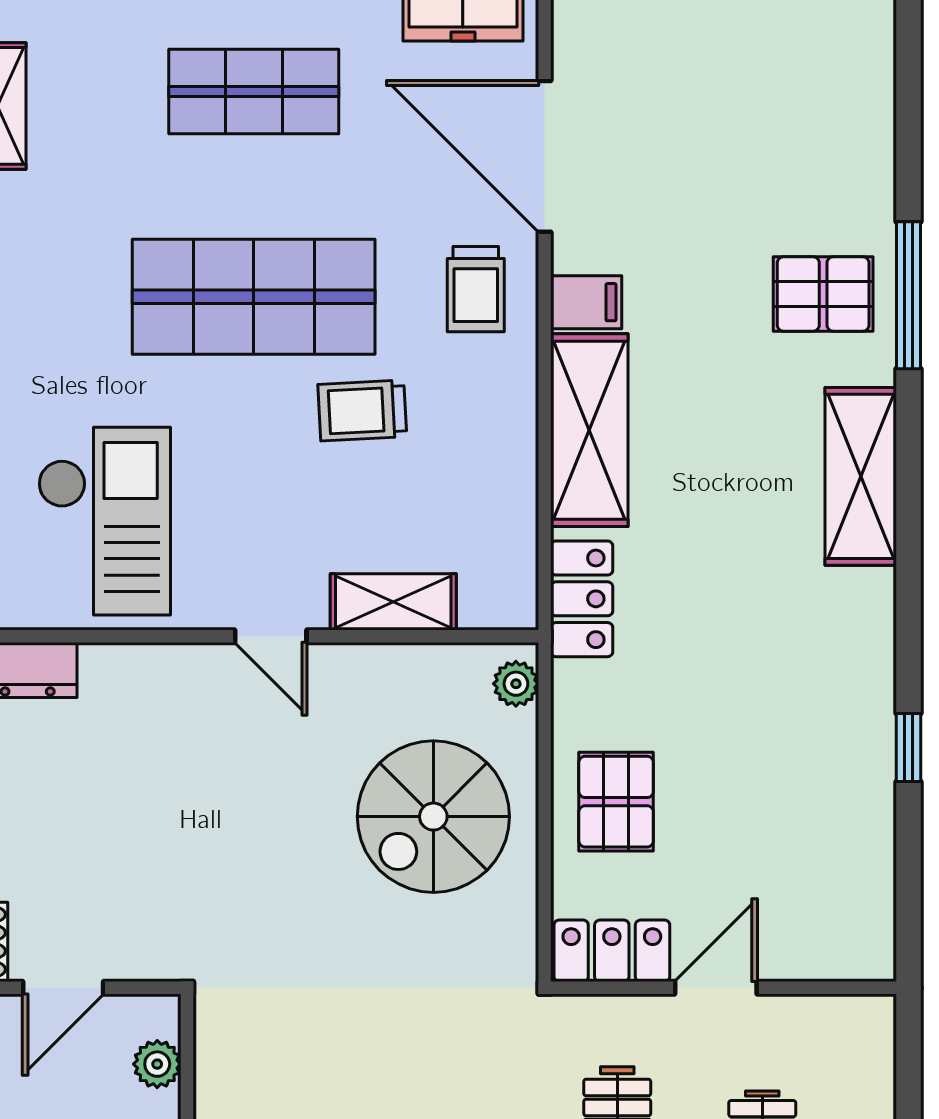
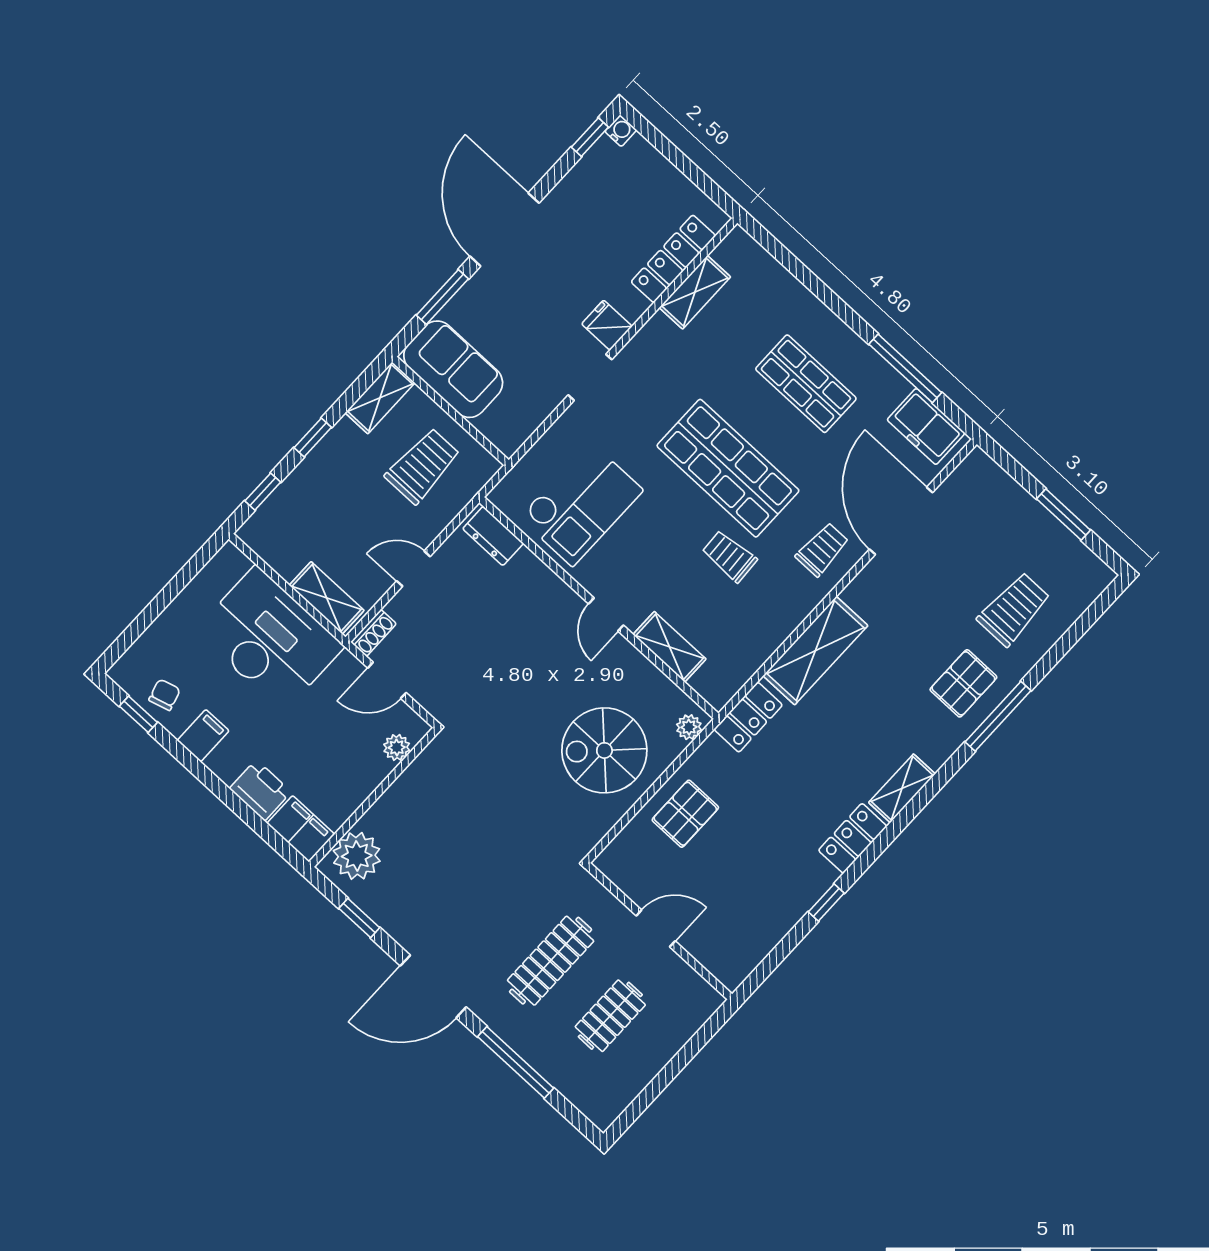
trolley: (799, 136) -> (1014, 609), added
trolley: (476, 289) -> (822, 549), turned 180
pallet: (823, 294) -> (963, 683), turned 90
filing cabinet: (586, 302) -> (863, 597), removed
shelving: (861, 476) -> (902, 788), width x0.67, depth x0.75
locker: (612, 951) -> (853, 838), moved, turned -90

